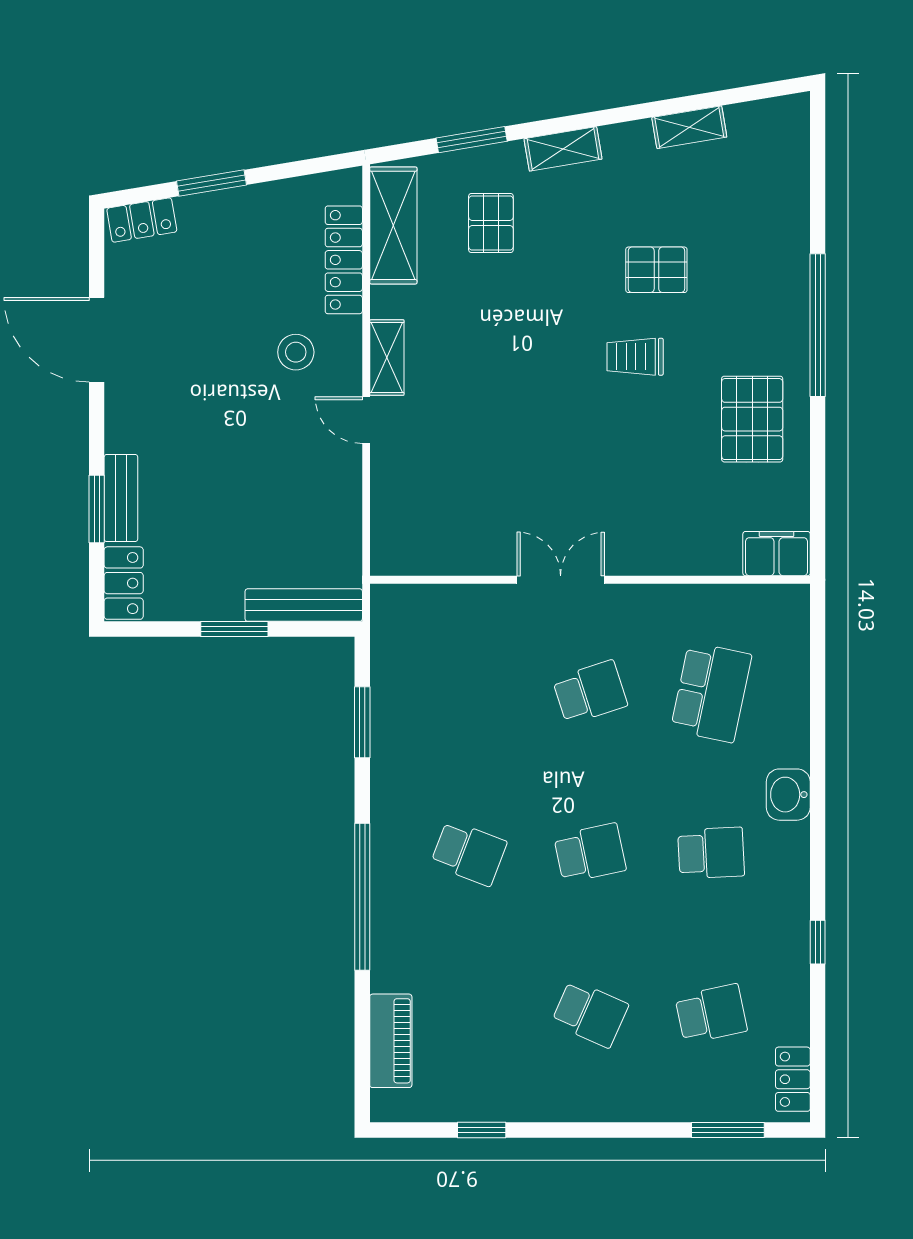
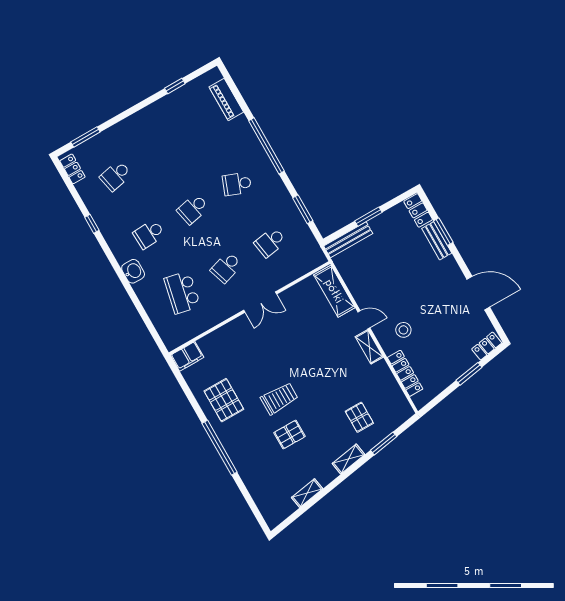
shelving: (393, 225) -> (334, 291), moved
trolley: (635, 357) -> (279, 398), width x1.36, depth x1.39
school desk: (590, 1014) -> (270, 242), moved, turned -33

